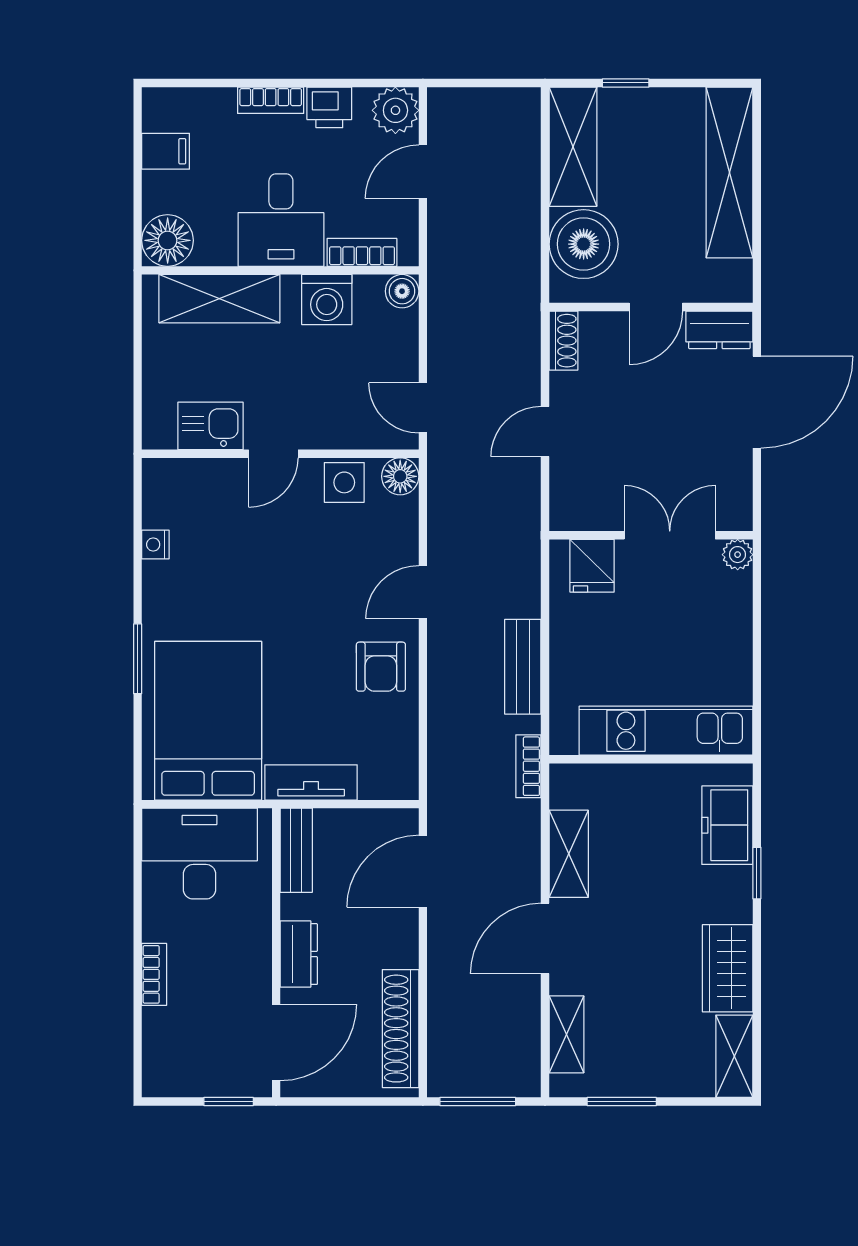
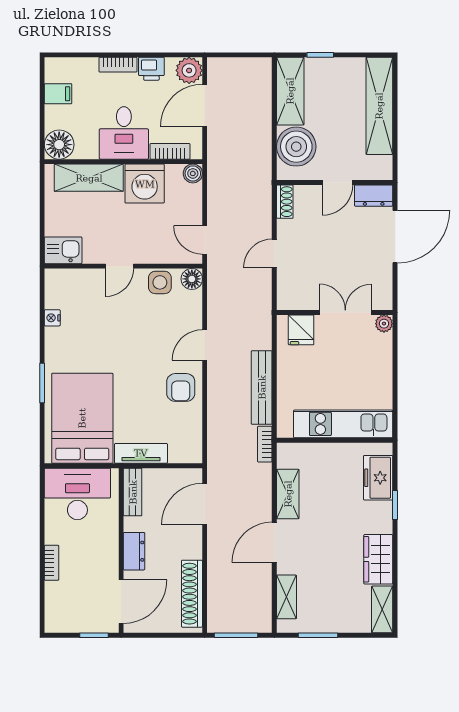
door: (423, 172) -> (205, 105), width x1.38
washing machine: (327, 299) -> (145, 184), width x1.37, depth x1.37
kitchen sink: (210, 426) -> (63, 250), moved
bench: (523, 667) -> (262, 387), width x1.36

